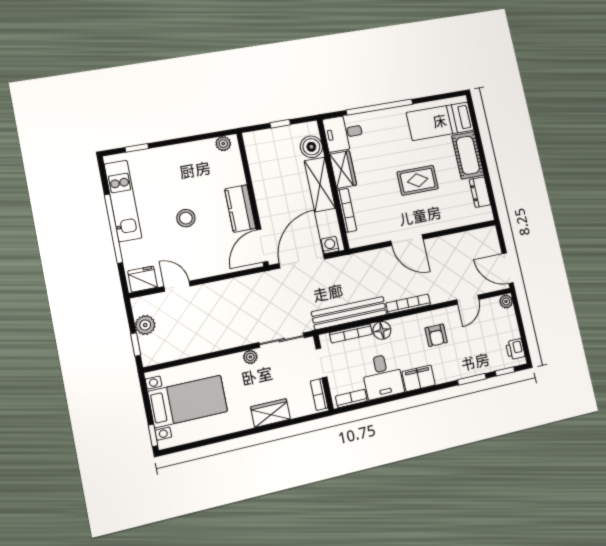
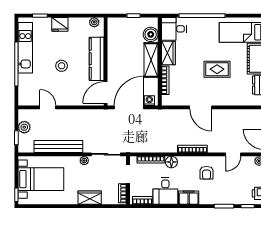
kitchen counter: (240, 209) -> (97, 59), width x1.50
fridge: (143, 279) -> (60, 24), moved, turned 180
bench: (349, 313) -> (58, 147), moved

